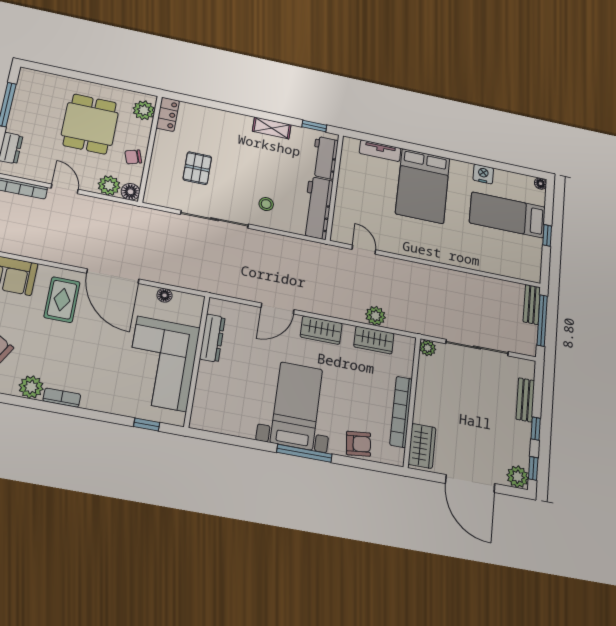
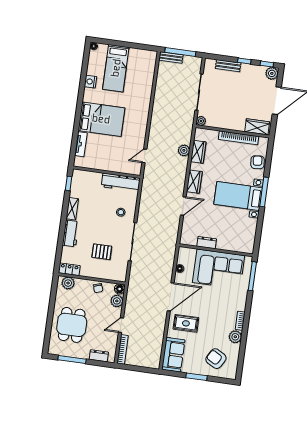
dining table: (90, 124) -> (72, 325), moved, turned 90
workbench: (325, 158) -> (71, 233), moved, turned -90
window: (547, 235) -> (127, 45), removed
door: (278, 308) -> (183, 206), hinge flipped
dresser: (212, 338) -> (207, 243), width x0.70
window: (147, 424) -> (252, 276), width x2.17

